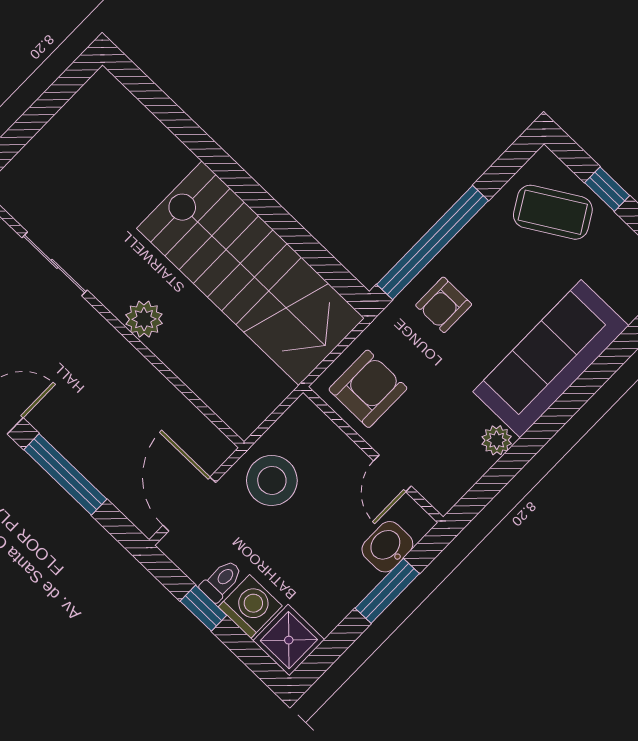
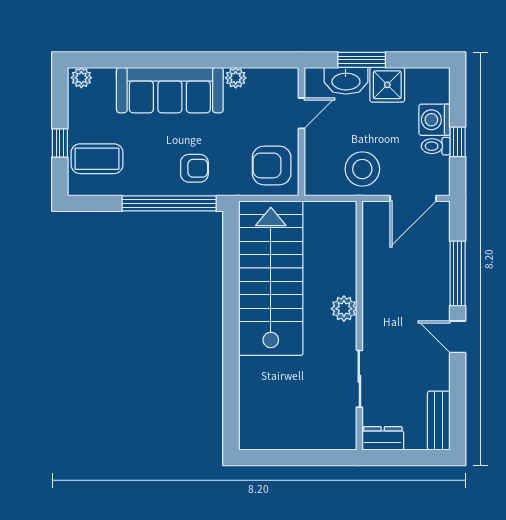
coffee table: (553, 212) -> (97, 159), turned -59
washbasin: (387, 547) -> (346, 81), width x1.38
shower: (289, 640) -> (387, 85), moved

